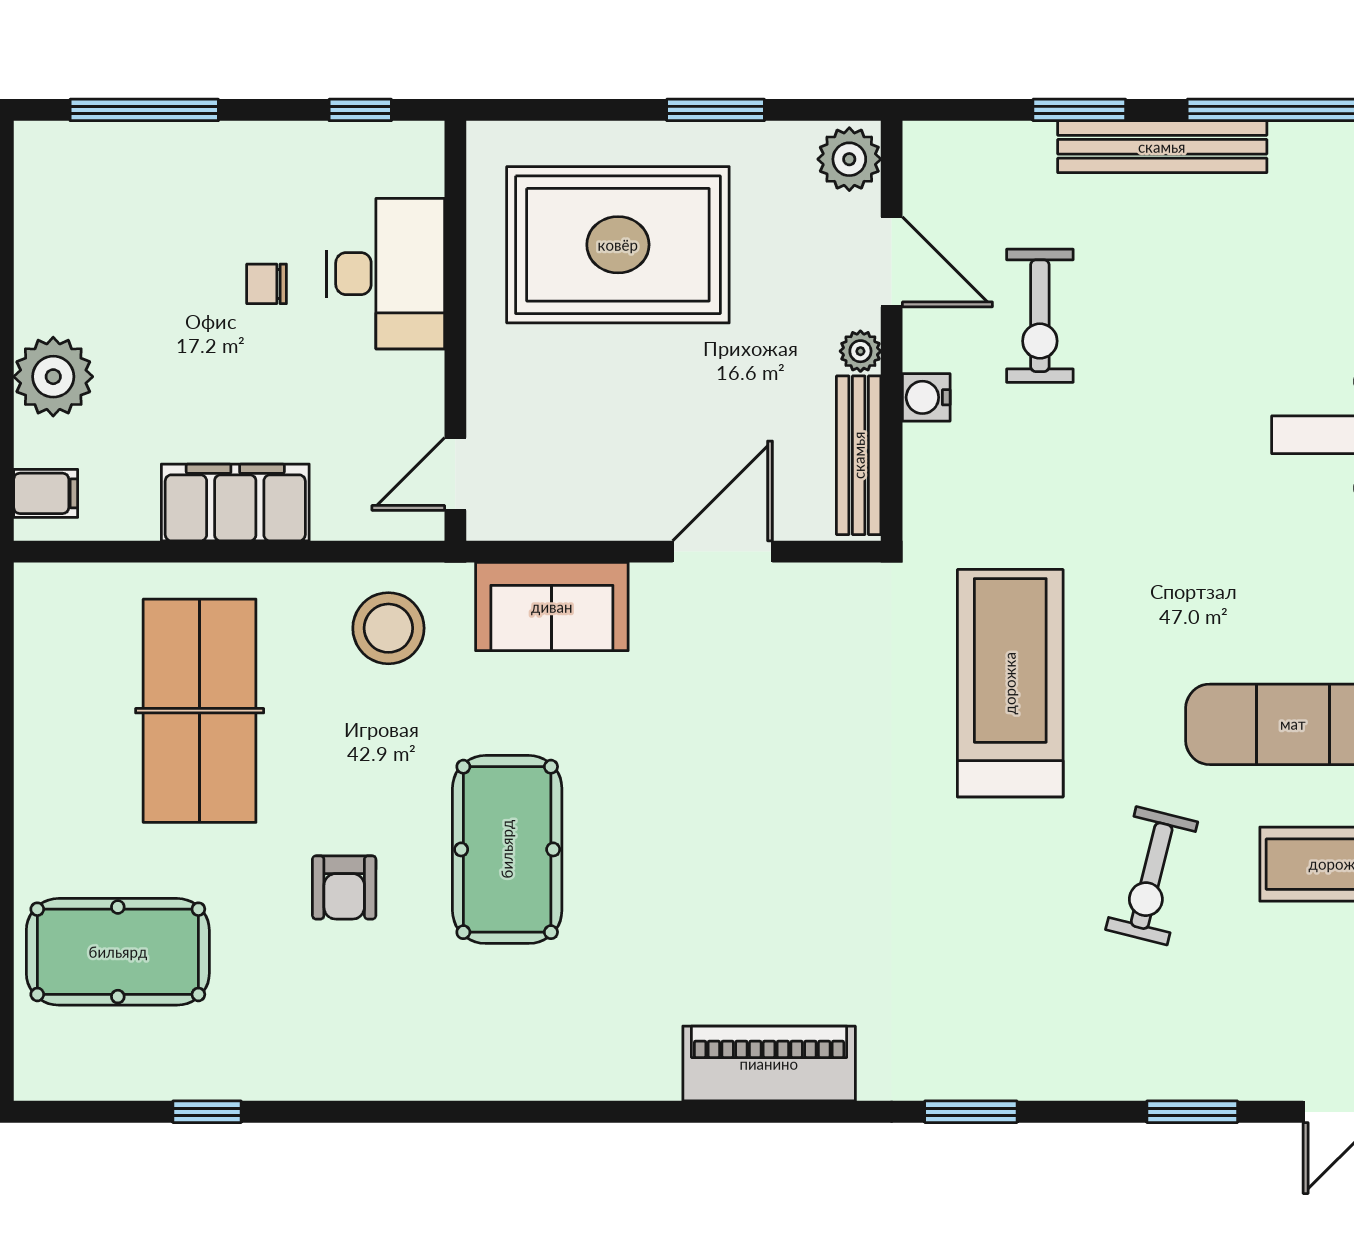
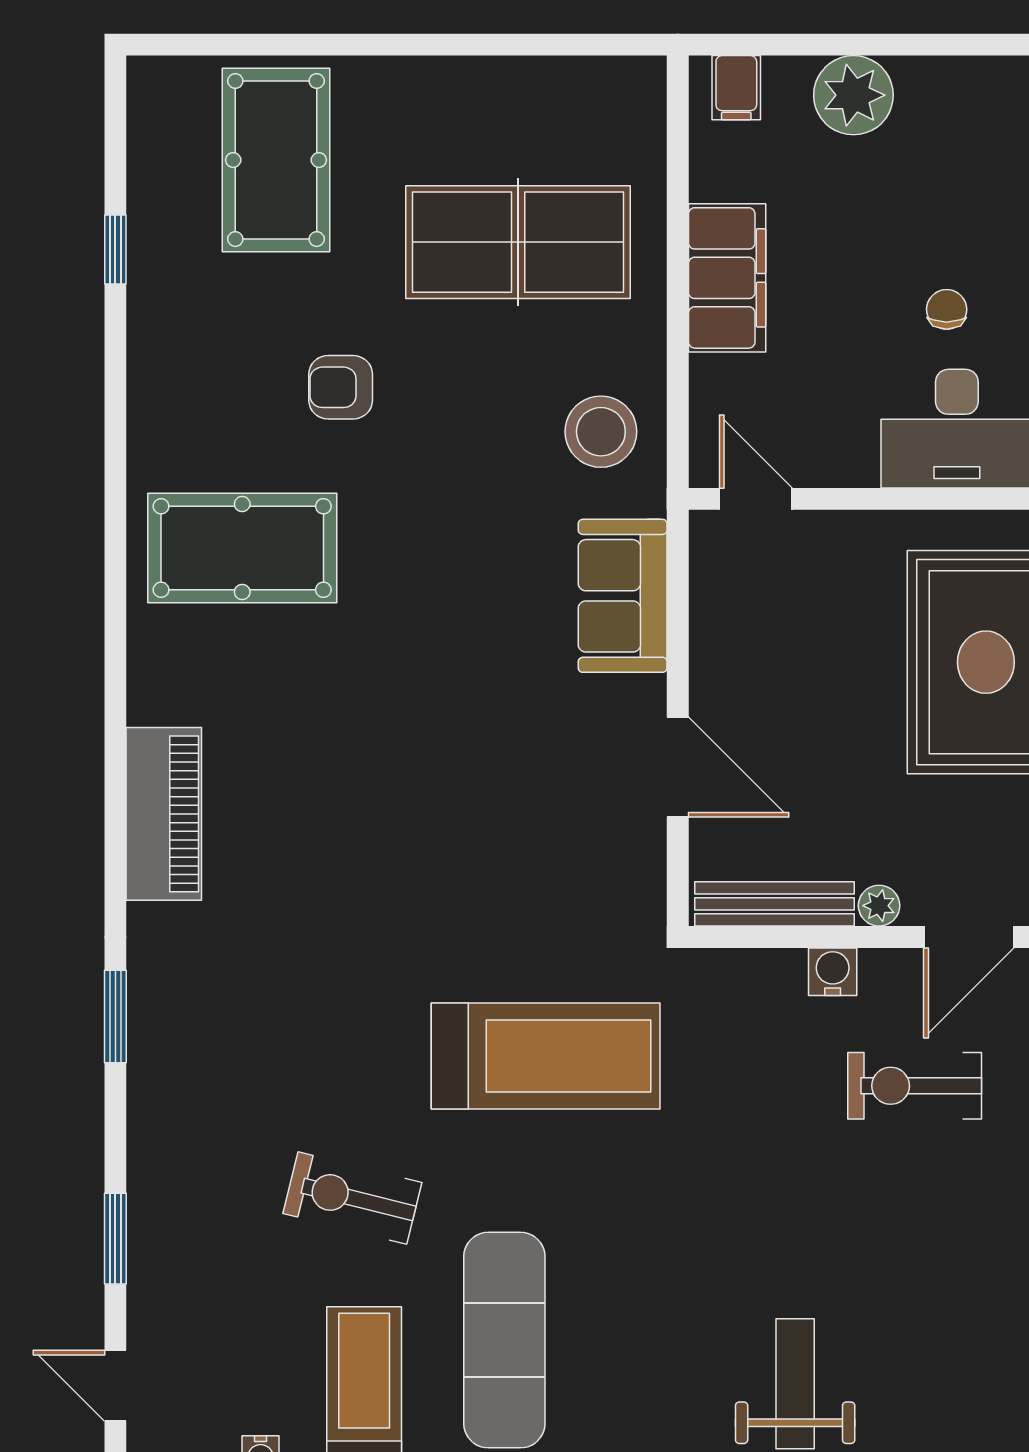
pool table: (507, 849) -> (242, 548), moved

